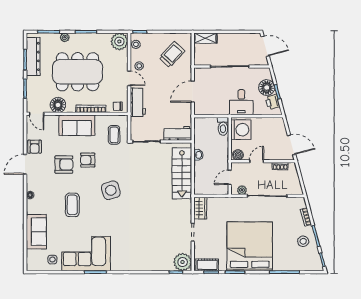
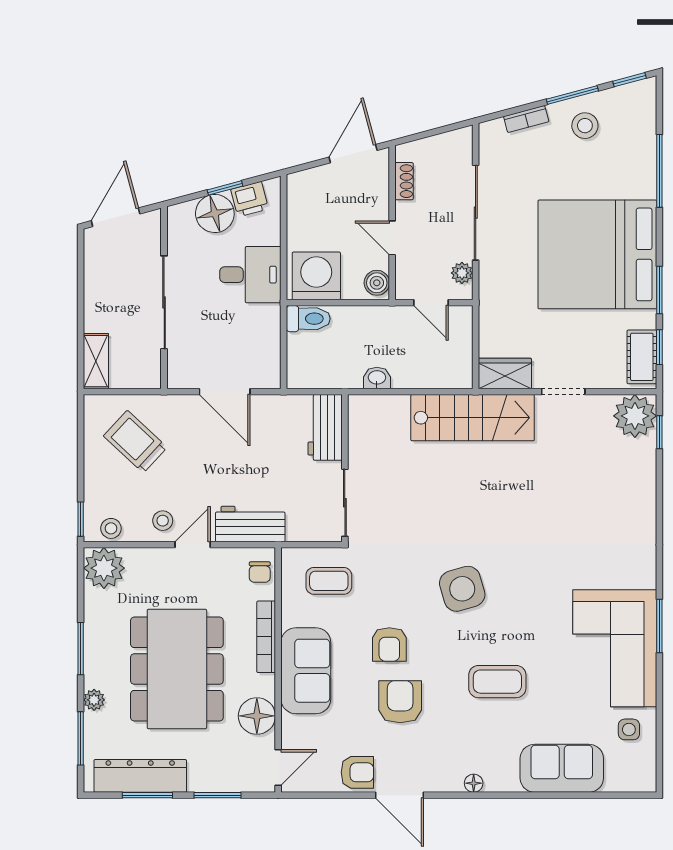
stairs: (182, 173) -> (473, 418), moved

